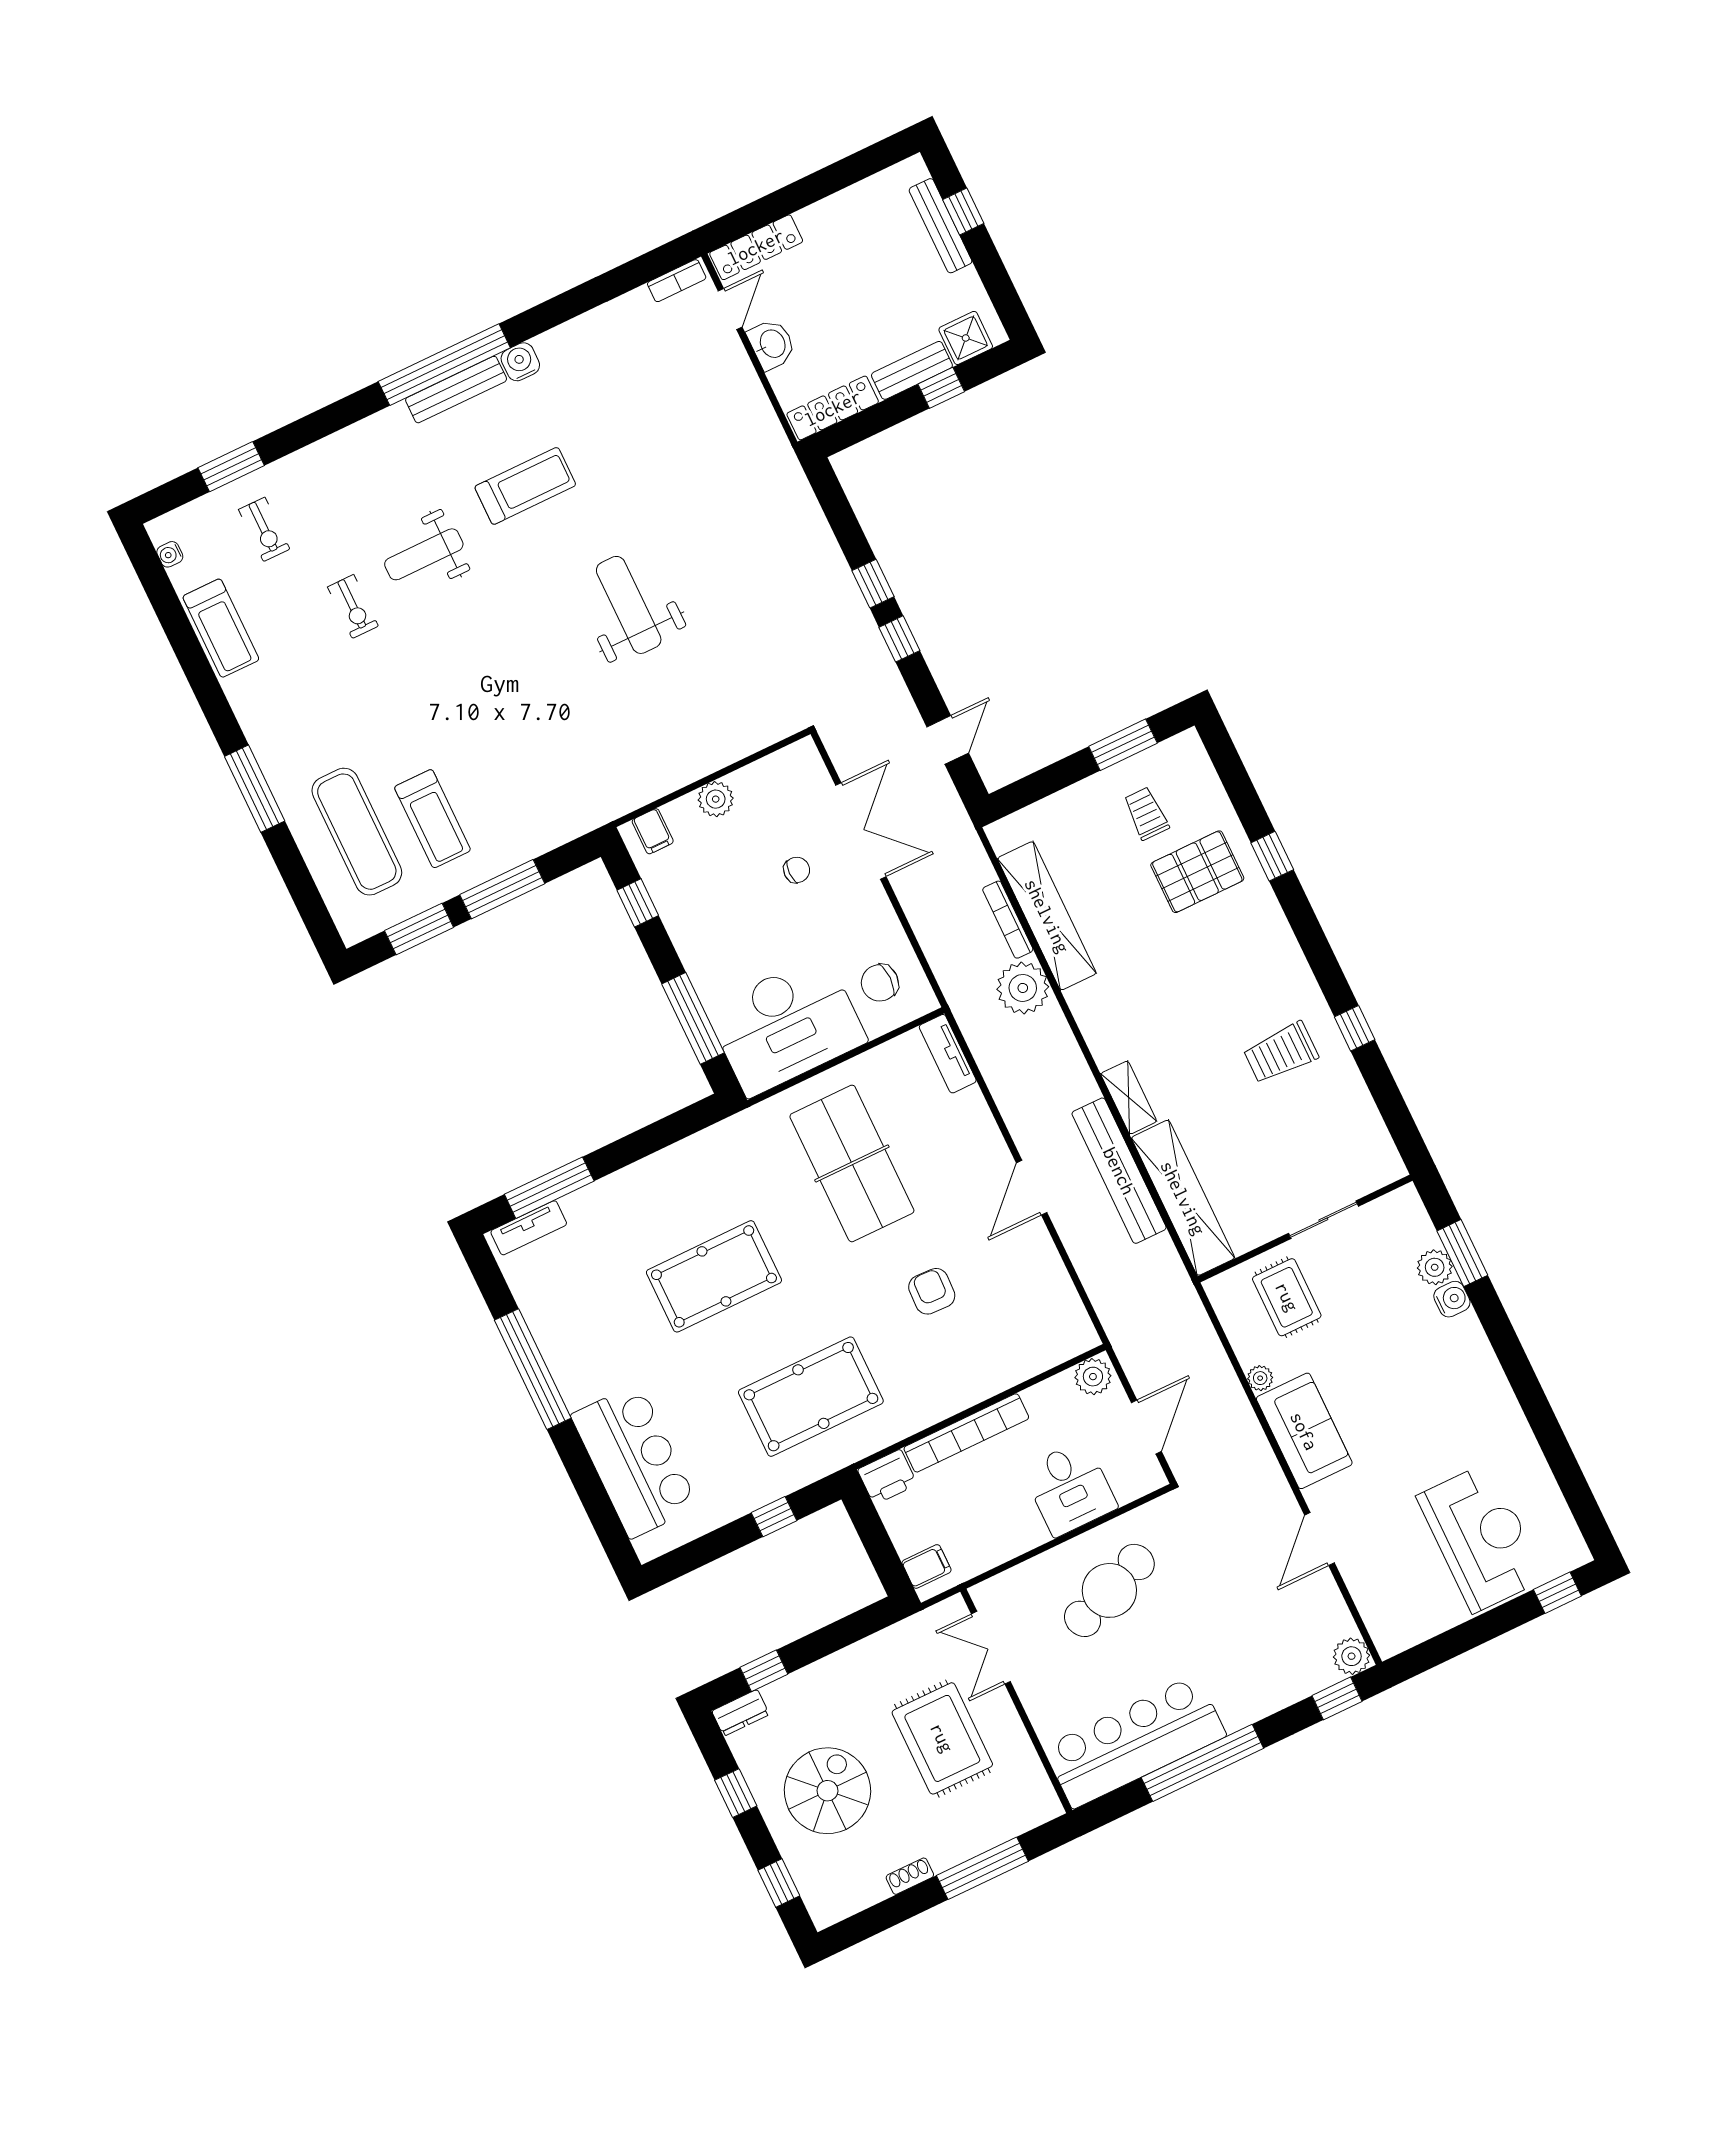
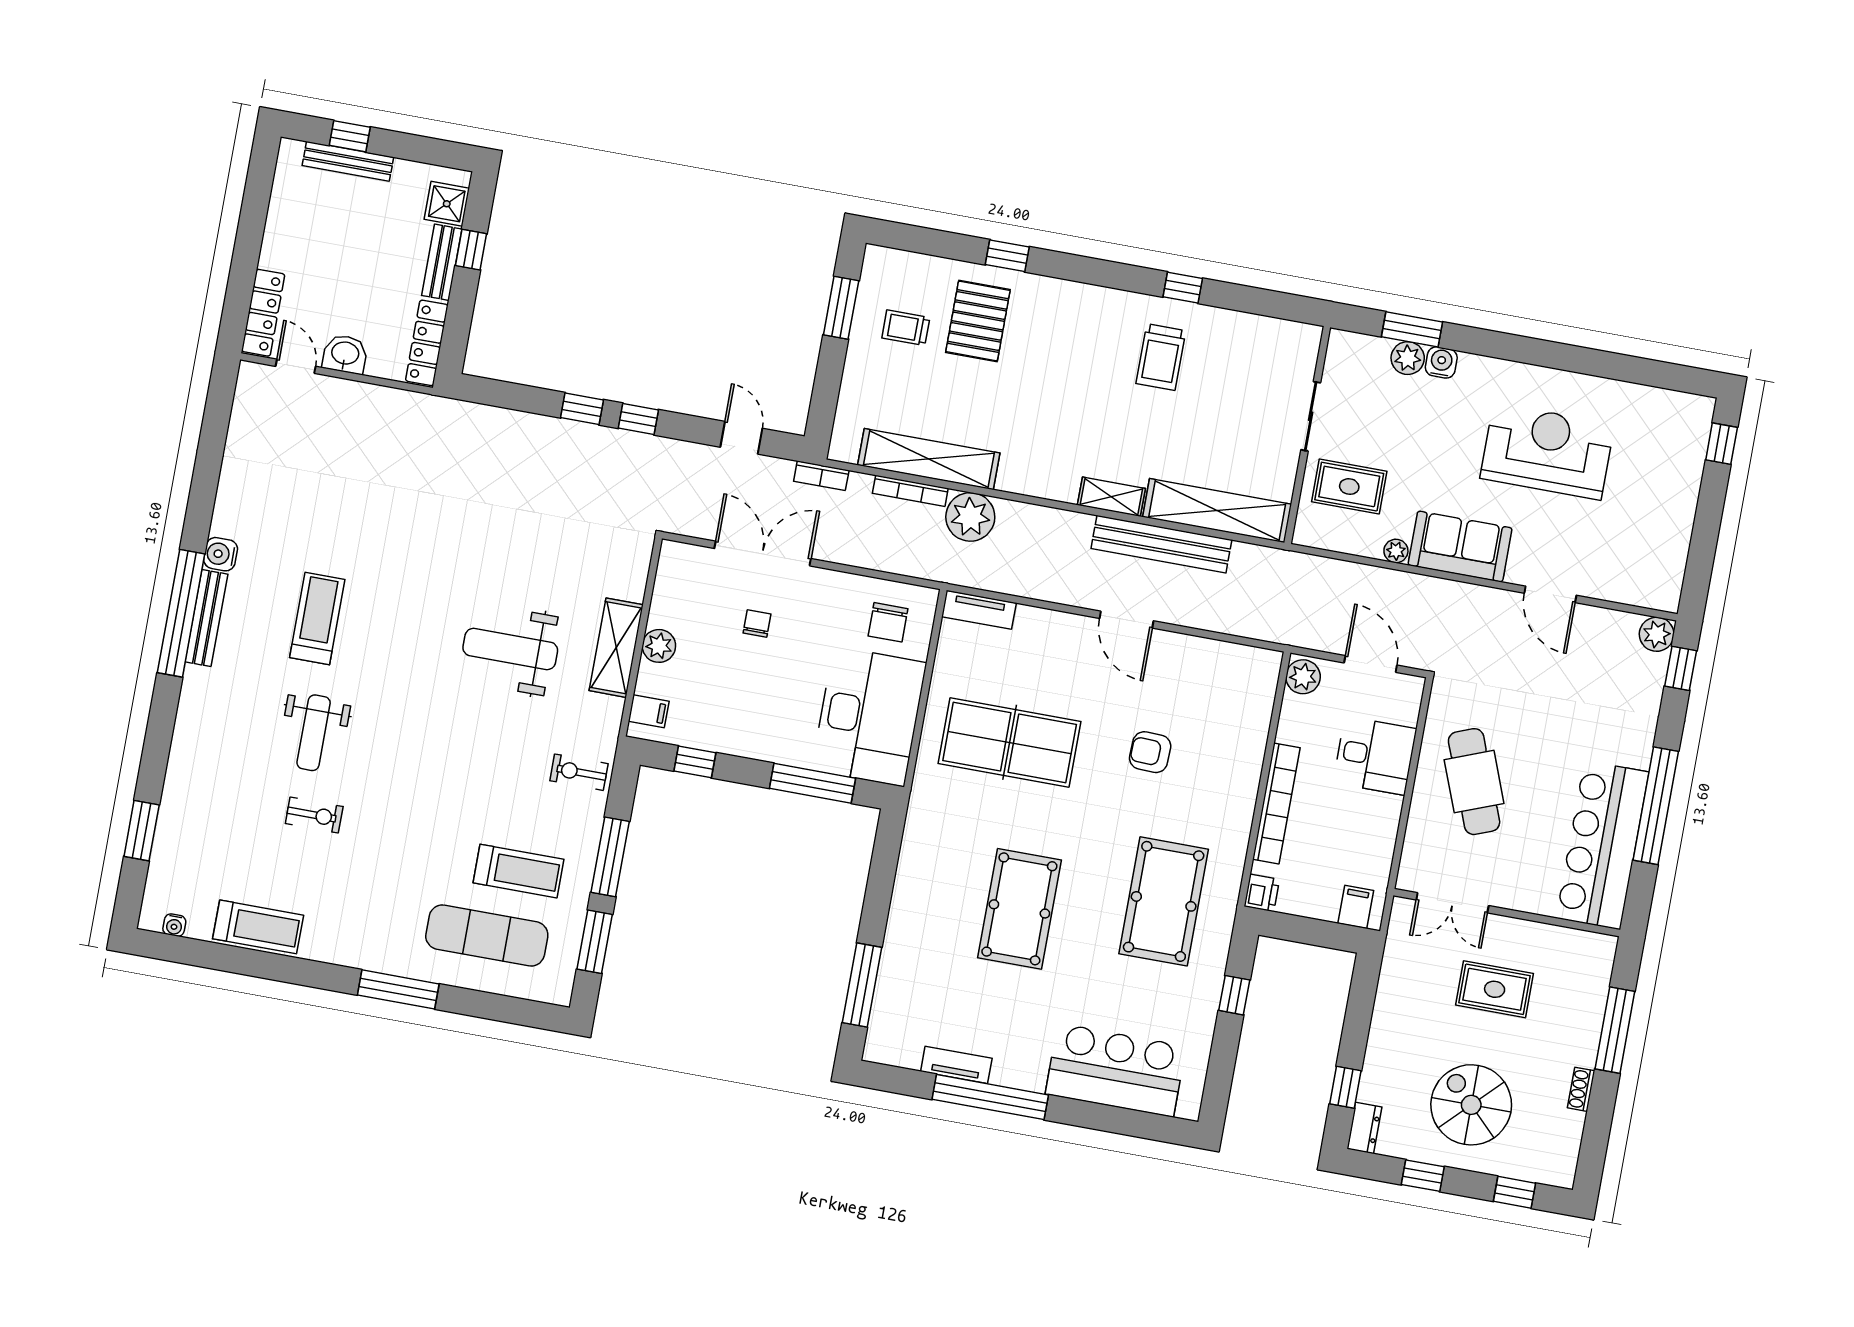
bookcase: (677, 281) -> (821, 476), moved, turned 90
exercise bike: (264, 529) -> (579, 772), moved, turned 180
weight bench: (629, 605) -> (510, 649), moved
shelving: (687, 763) -> (616, 648), added
tv unit: (529, 1228) -> (956, 1065), moved, turned -90
printer: (887, 1477) -> (1262, 893), width x0.73, depth x0.81
reception desk: (1481, 1538) -> (1547, 451), moved
rug: (942, 1738) -> (1495, 989), width x0.73, depth x0.70

